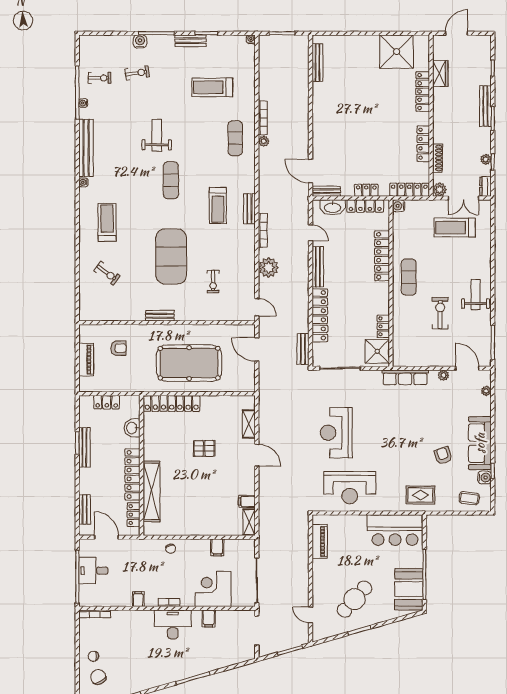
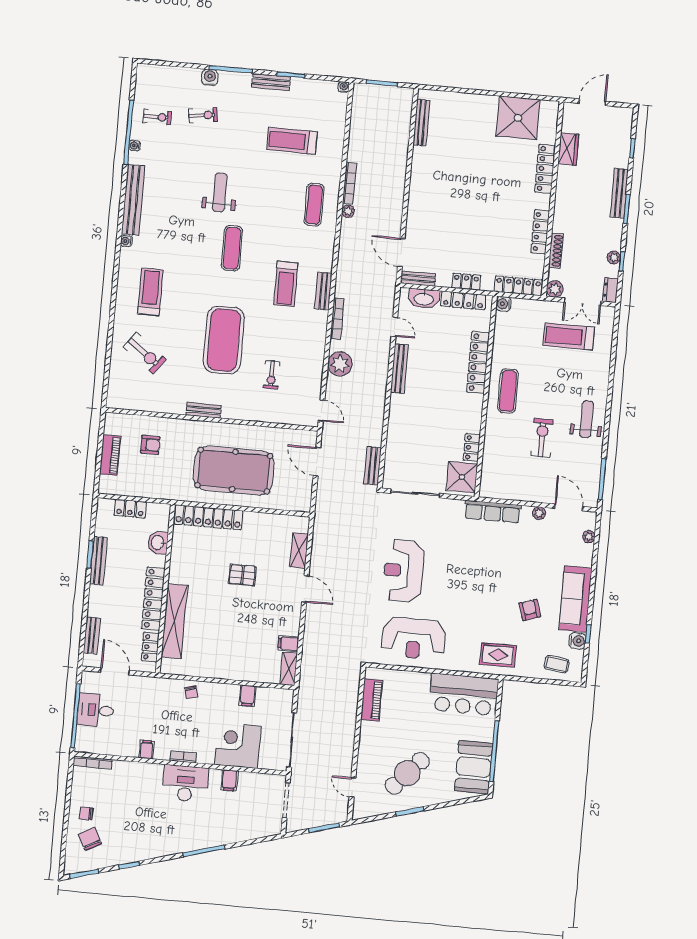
exercise bike: (107, 273) -> (145, 353), width x1.38, depth x1.39
locker: (320, 315) -> (397, 427), removed

